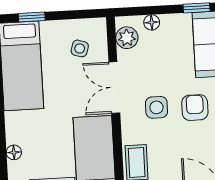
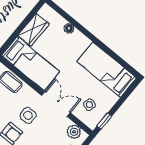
window: (32, 17) -> (104, 121), moved

